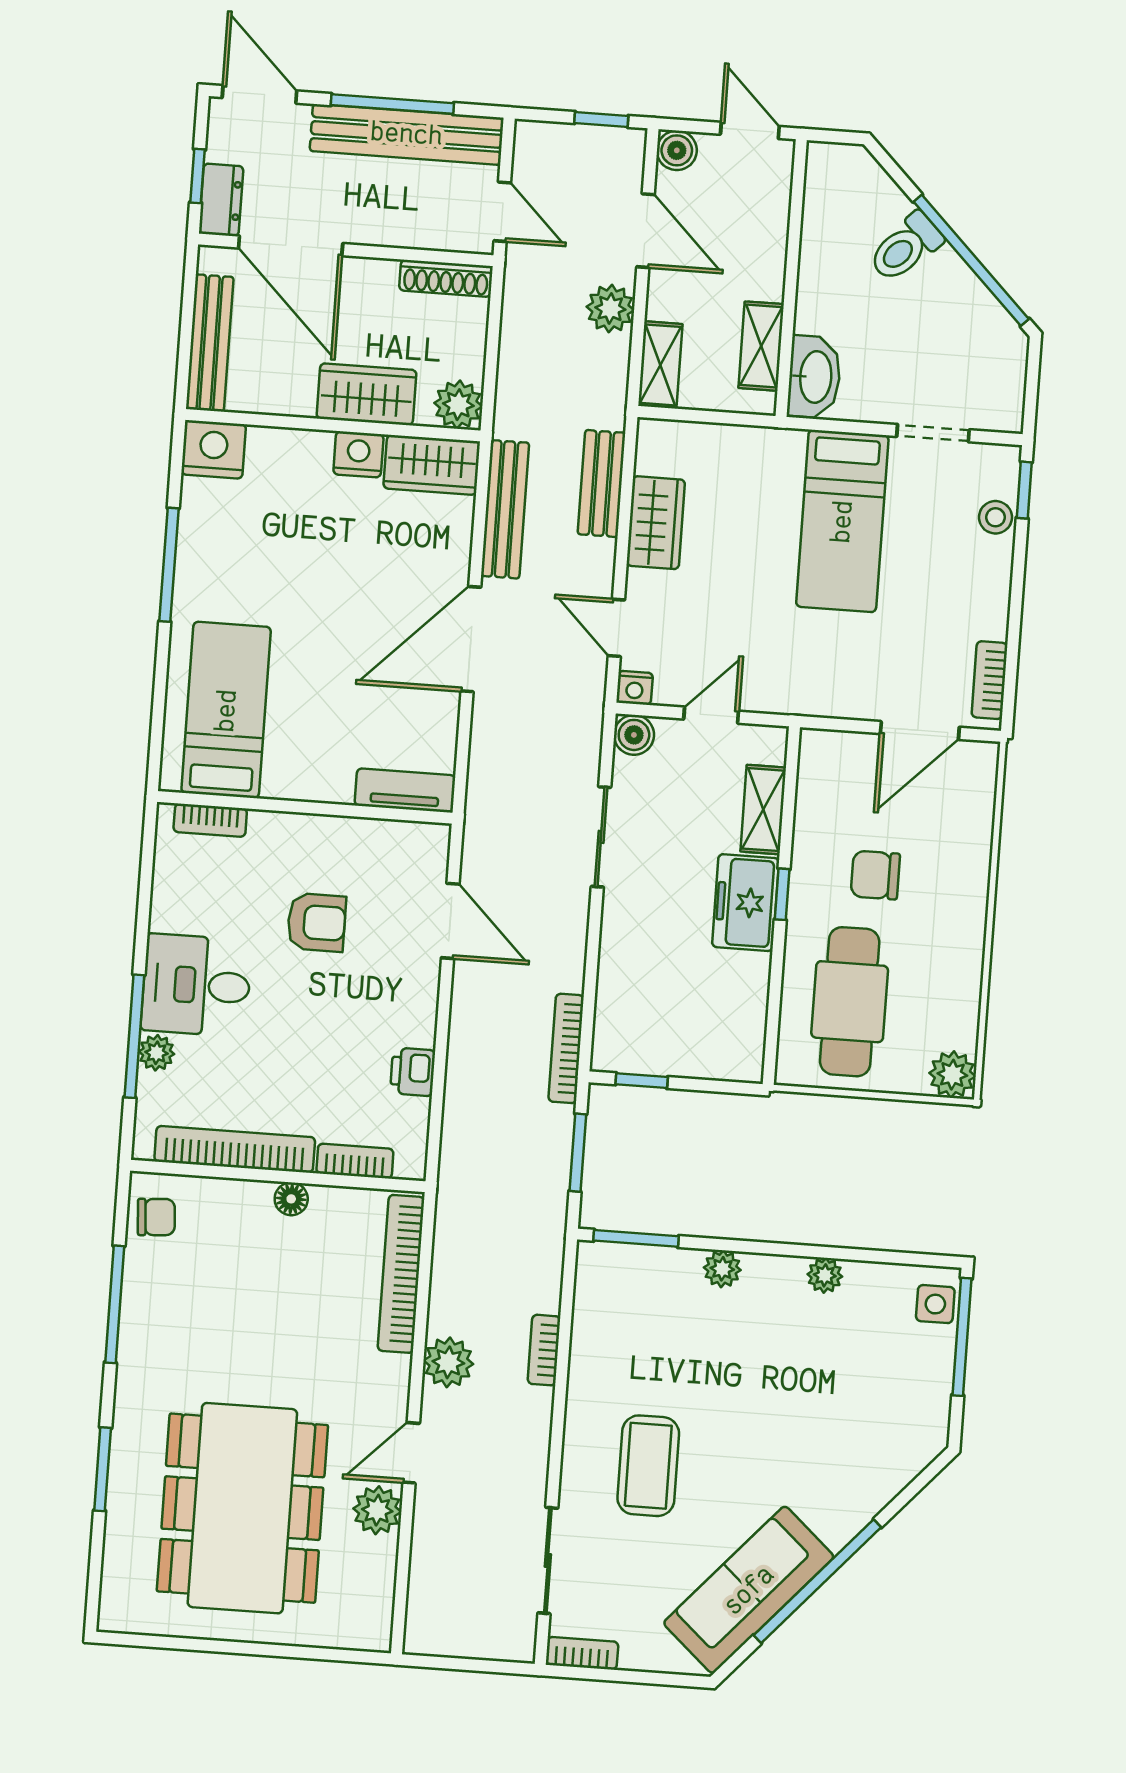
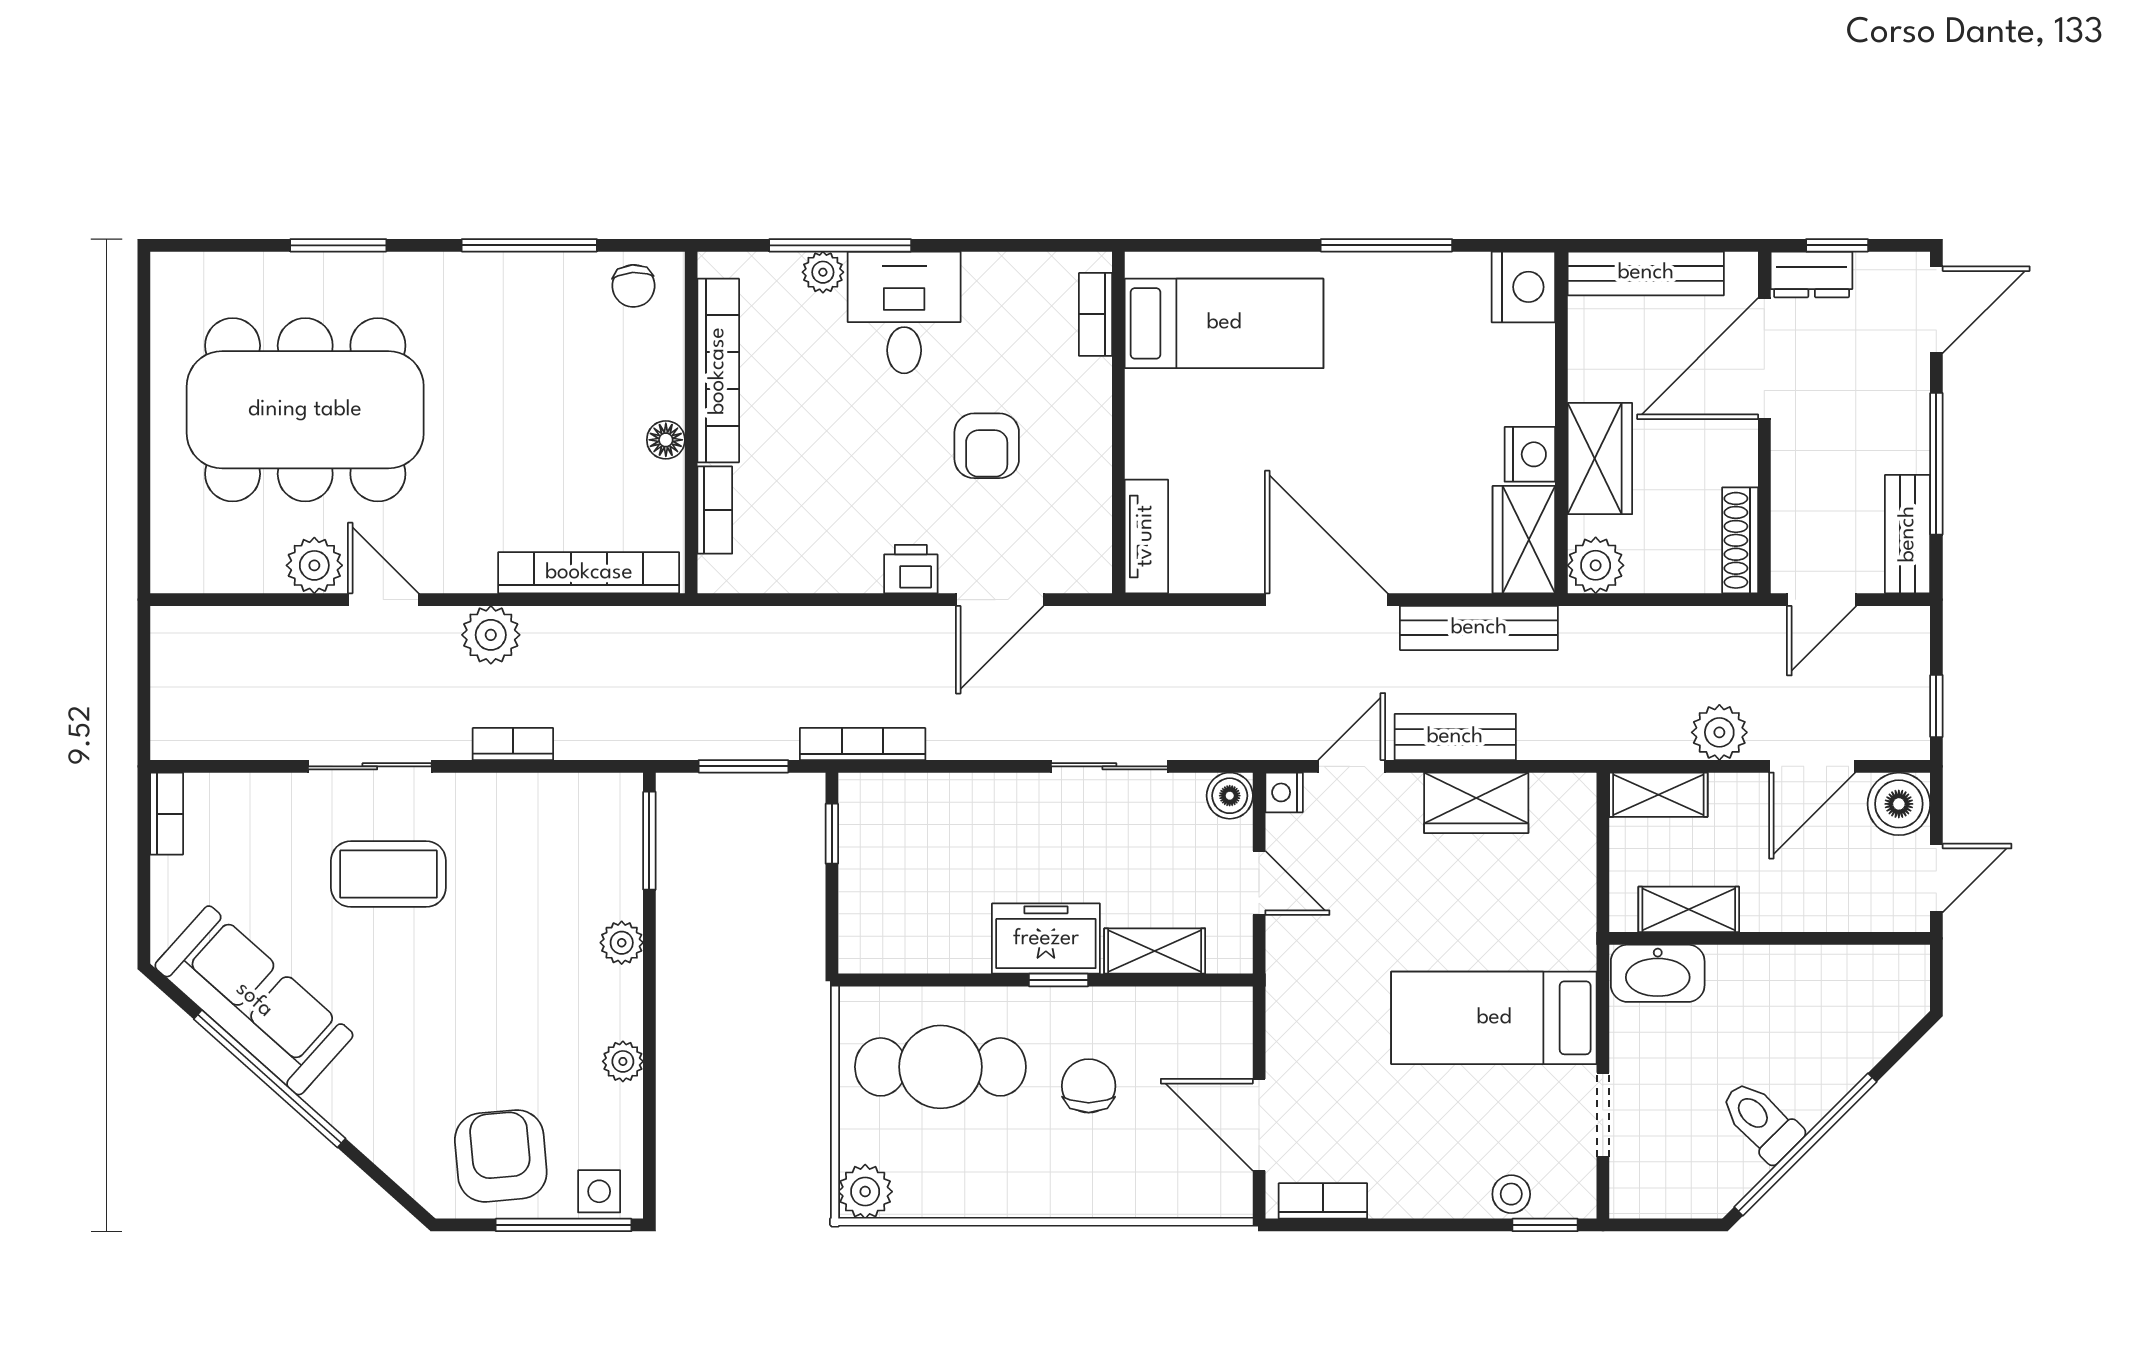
bench: (407, 134) -> (1908, 534), width x0.54, depth x0.82
boiler: (677, 150) -> (1899, 804), width x1.36, depth x1.36
toilet: (905, 247) -> (1761, 1121), moved
bench: (601, 483) -> (1455, 737), moved
printer: (413, 1072) -> (911, 569), moved
armchair: (899, 1387) -> (501, 1156), added
sliding door: (548, 1560) -> (370, 766), moved

